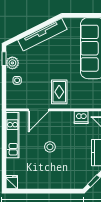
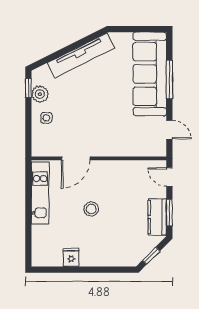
rug: (59, 92) -> (104, 134), removed
dishwasher: (81, 117) -> (134, 169), removed
fridge: (12, 182) -> (71, 257), moved

